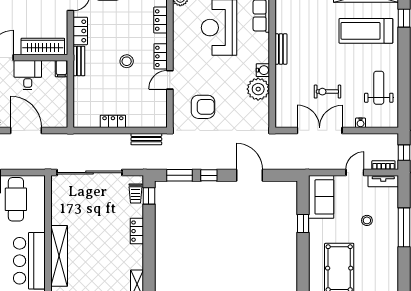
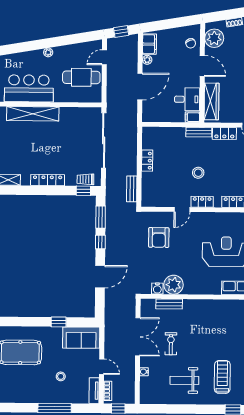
treadmill: (366, 31) -> (222, 377), width x0.73, depth x0.73
bench: (281, 49) -> (169, 304), moved
water cooler: (263, 70) -> (157, 289), moved
desk: (28, 75) -> (187, 99), moved
door: (170, 80) -> (182, 210), swing flipped
weight bench: (379, 88) -> (184, 380), moved, turned 180
locker: (137, 231) -> (48, 180), width x1.53

